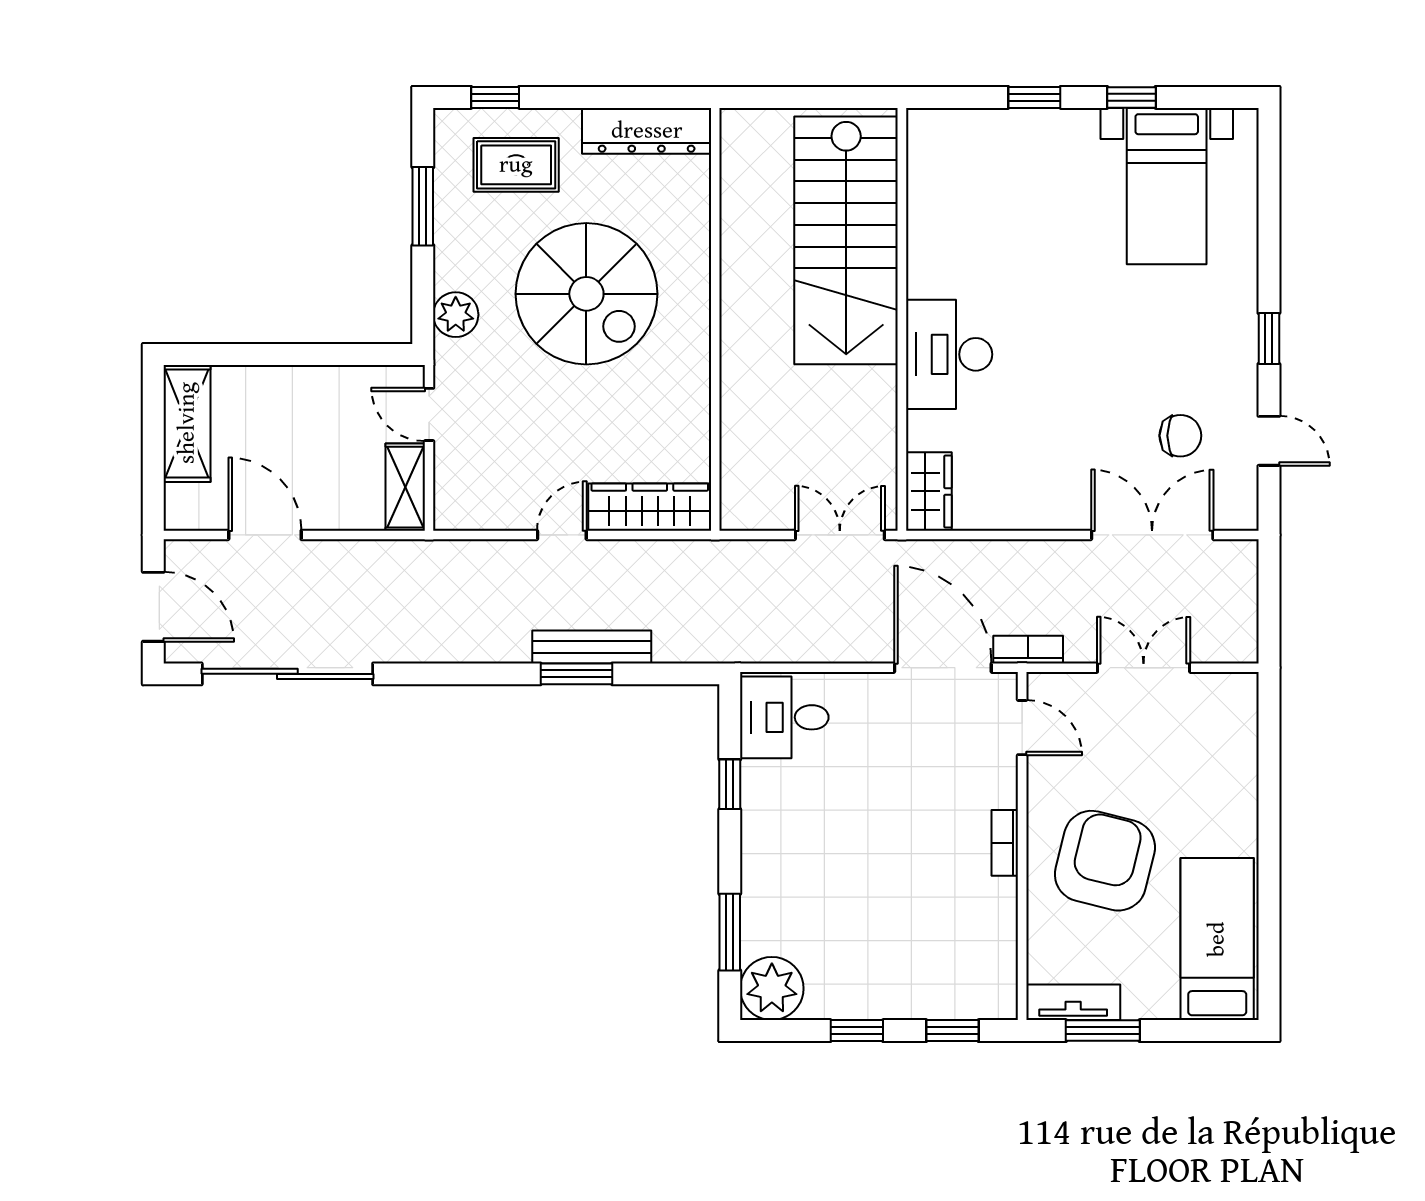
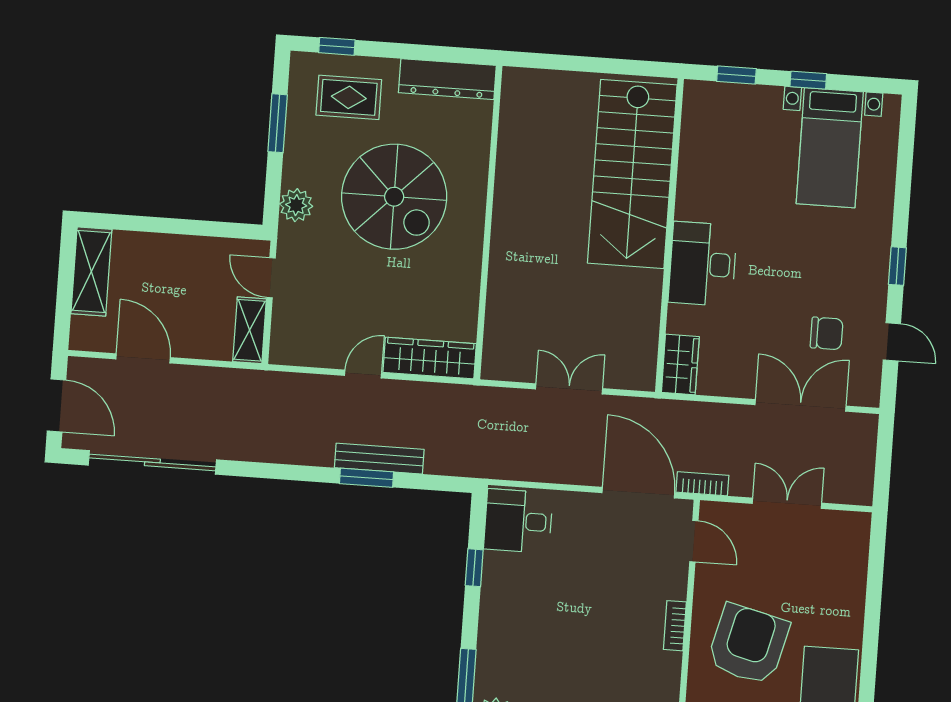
stairs: (846, 240) -> (632, 174), moved
wall: (902, 319) -> (669, 235), moved
desk: (949, 354) -> (703, 264), moved
wardrobe: (929, 491) -> (680, 364), moved

